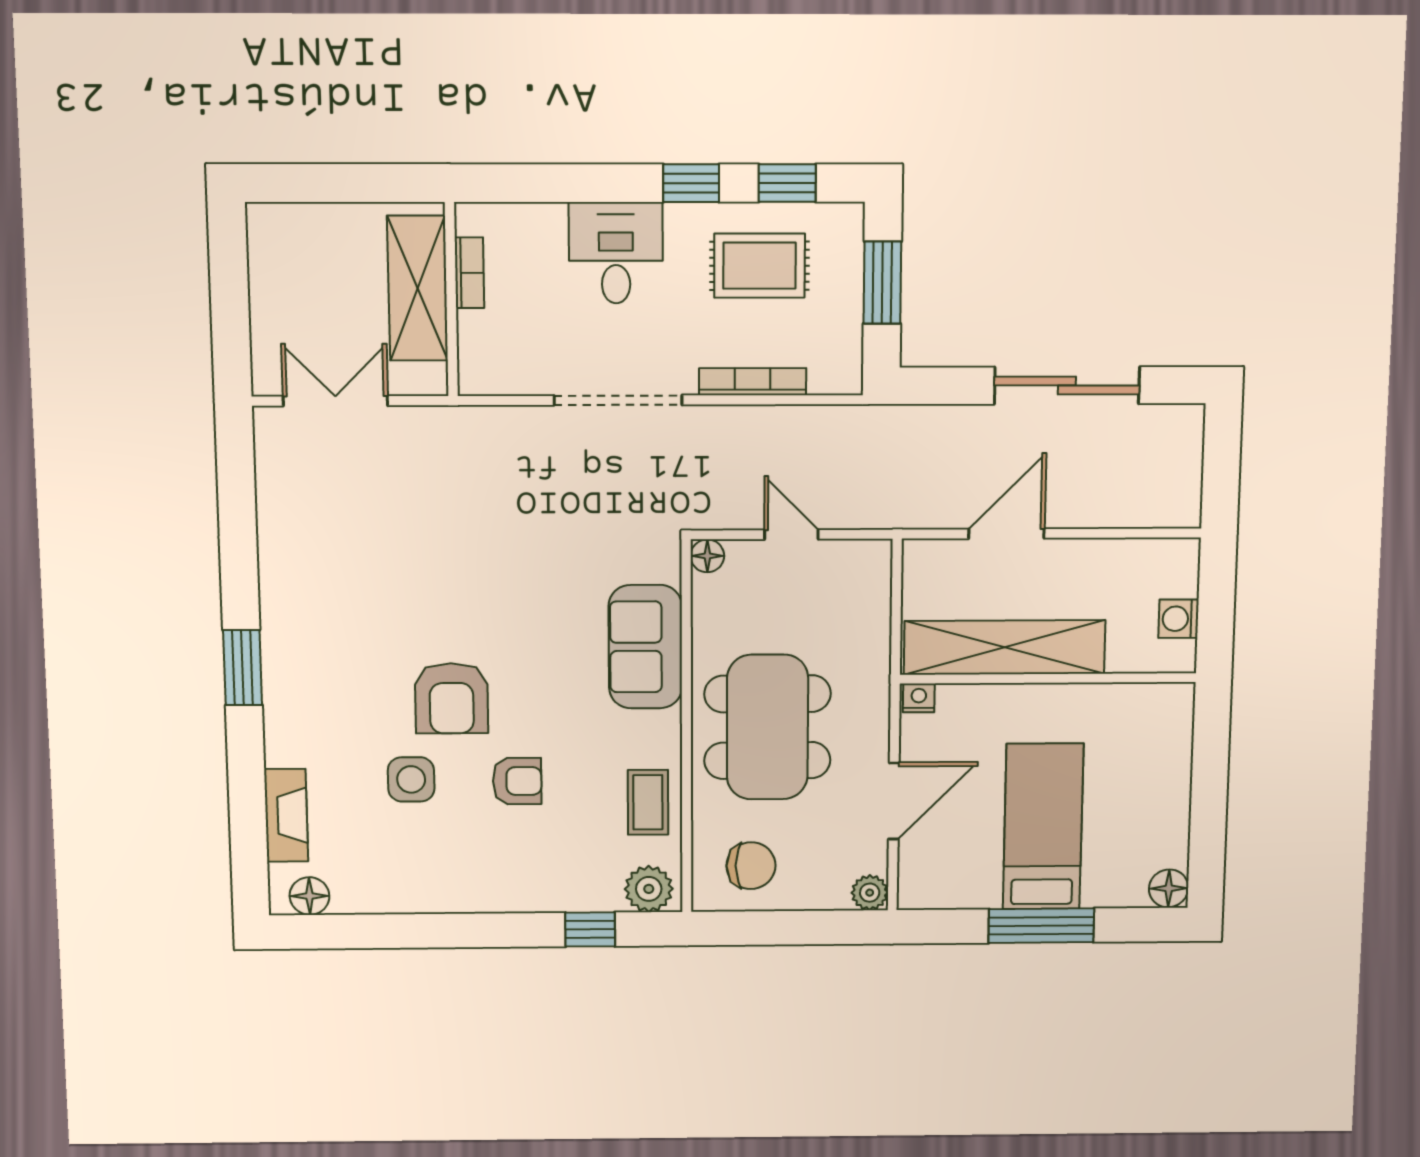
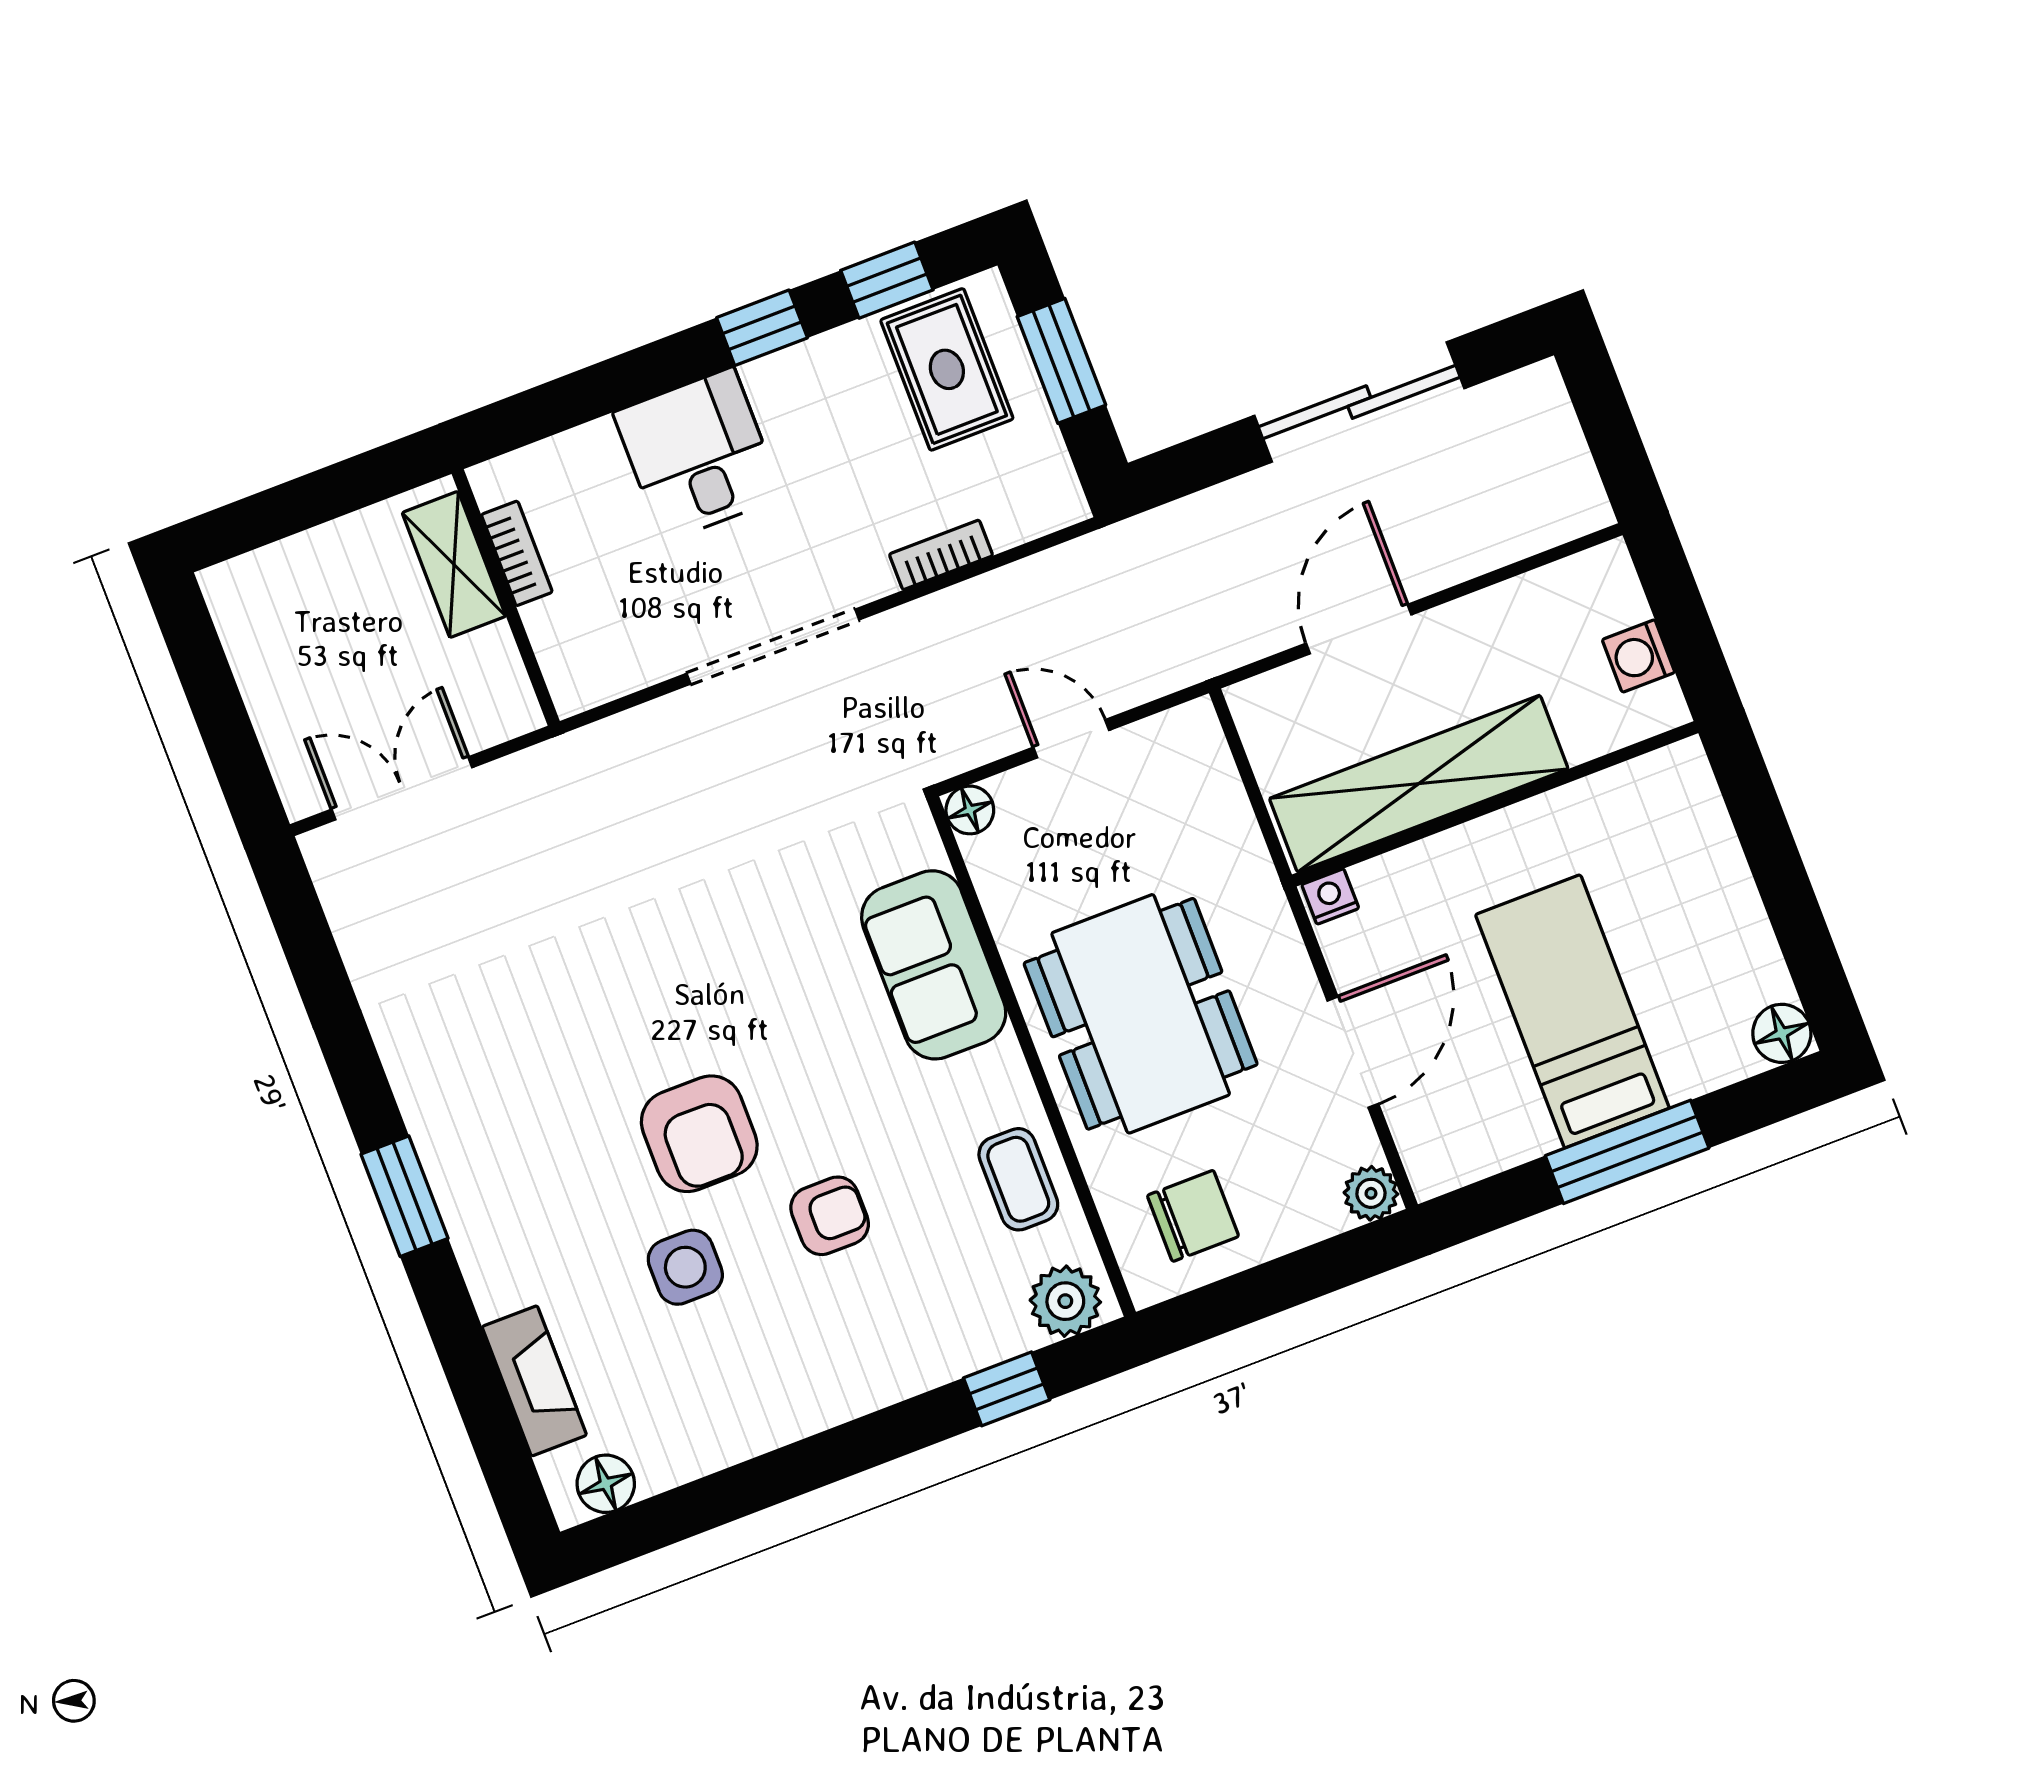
rug: (760, 266) -> (947, 369), moved, turned 90
shelving: (418, 288) -> (454, 564), width x0.67, depth x0.75
bookcase: (753, 382) -> (941, 555), width x0.64

